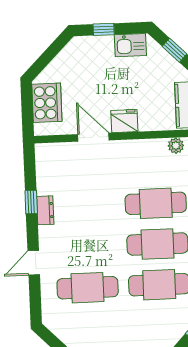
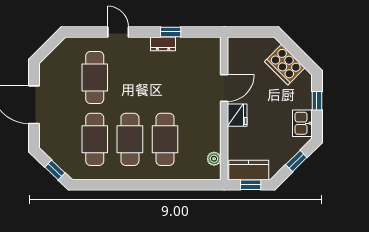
cooker: (47, 103) -> (285, 65), moved, turned 45

